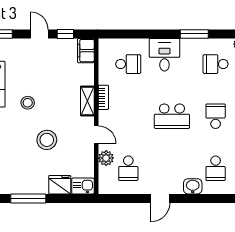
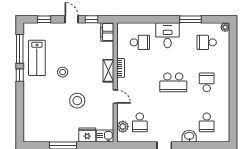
plant: (106, 158) -> (123, 127), moved

